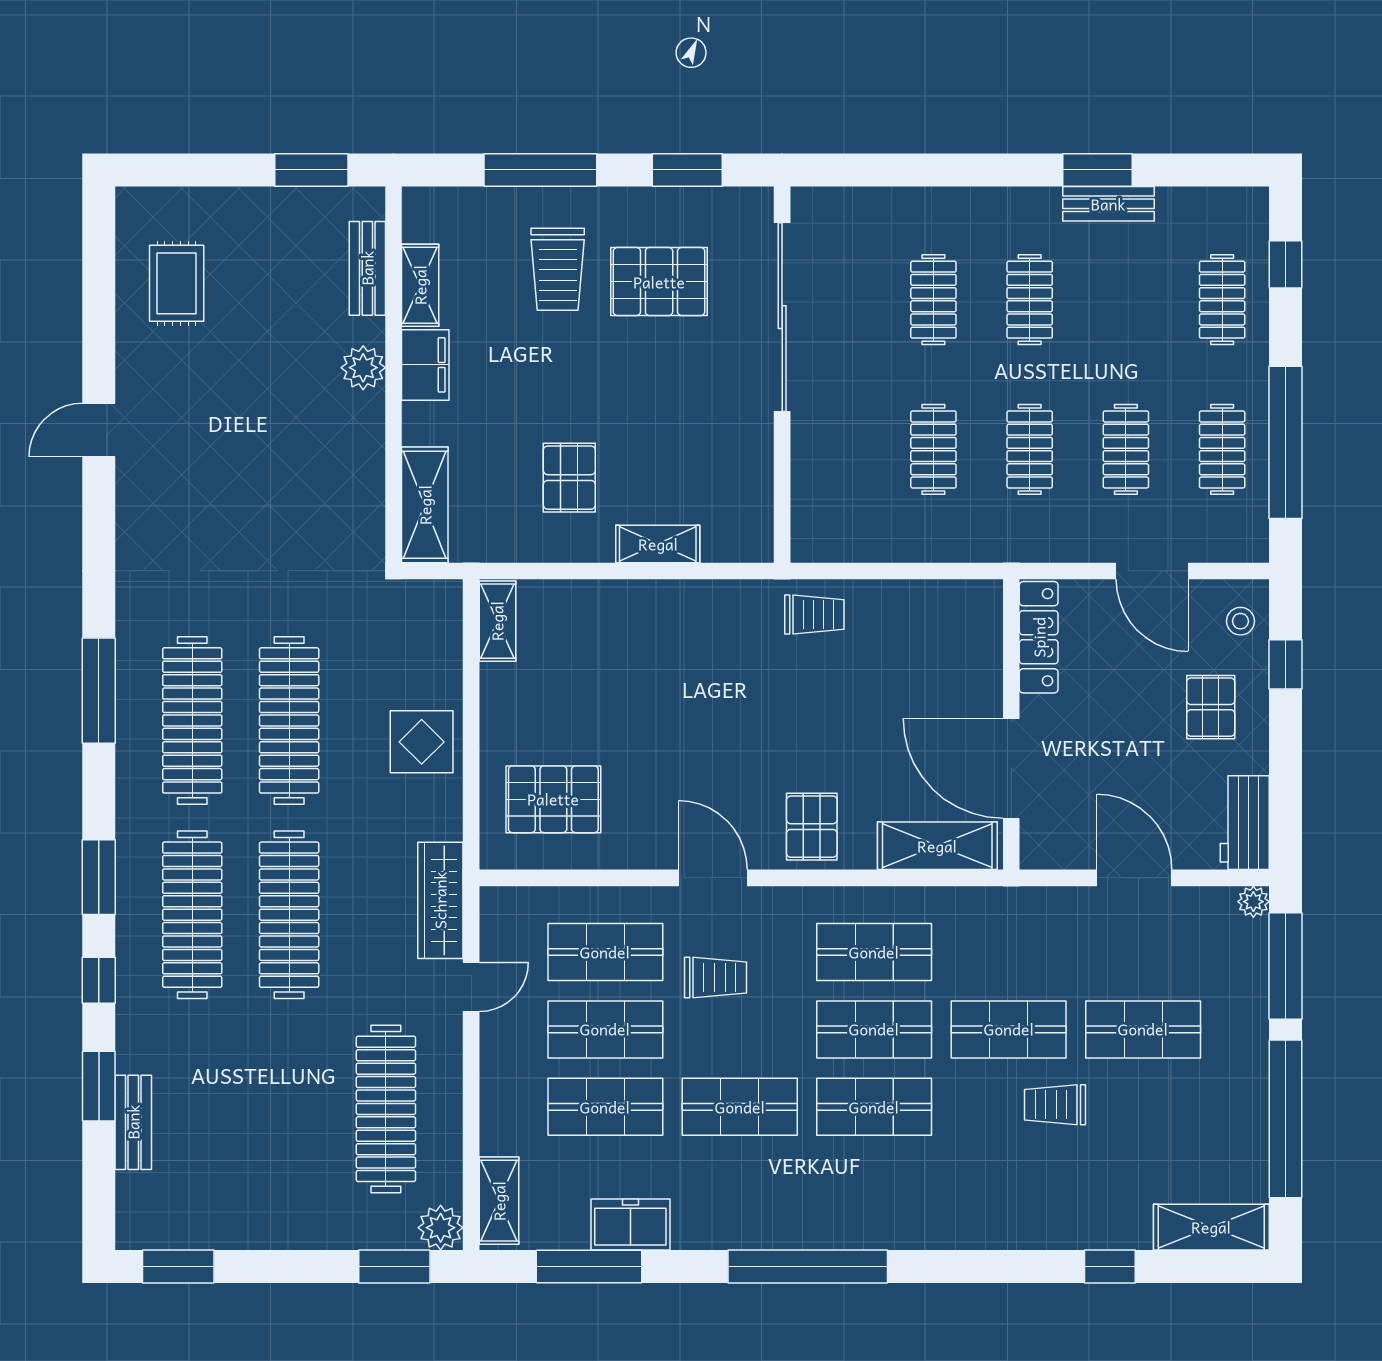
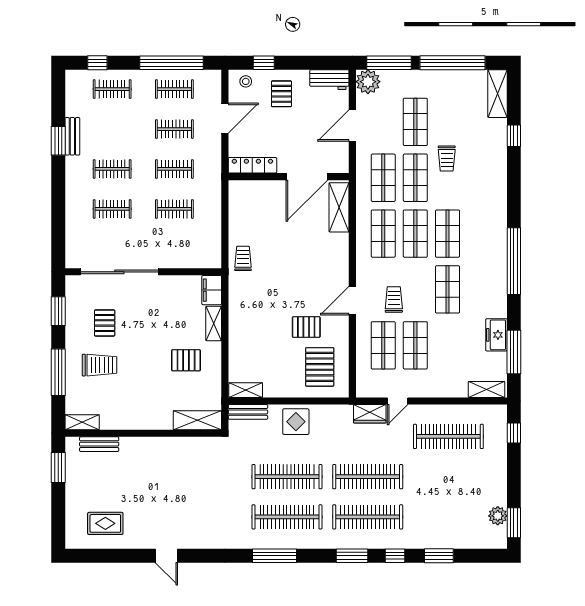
pallet: (659, 282) -> (105, 323), width x0.67, depth x0.71
shelving: (420, 285) -> (82, 422), moved
filing cabinet: (425, 365) -> (212, 290), moved, turned -90
plant: (363, 368) -> (140, 446), removed
pallet: (1211, 707) -> (281, 94), turned 90
pallet: (812, 827) -> (306, 327), moved
wardrobe: (440, 900) -> (370, 414), width x0.67
plant: (1253, 902) -> (368, 82), width x1.88, depth x1.88
door: (471, 987) -> (398, 401), swing flipped
shop shelf: (605, 1107) -> (383, 178), moved
bench: (133, 1122) -> (248, 412), moved
plant: (441, 1228) -> (498, 516), moved
window: (394, 1267) -> (514, 433), width x0.67

